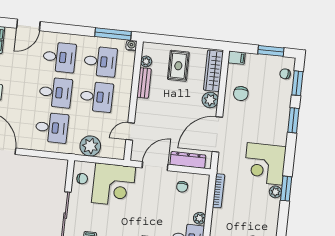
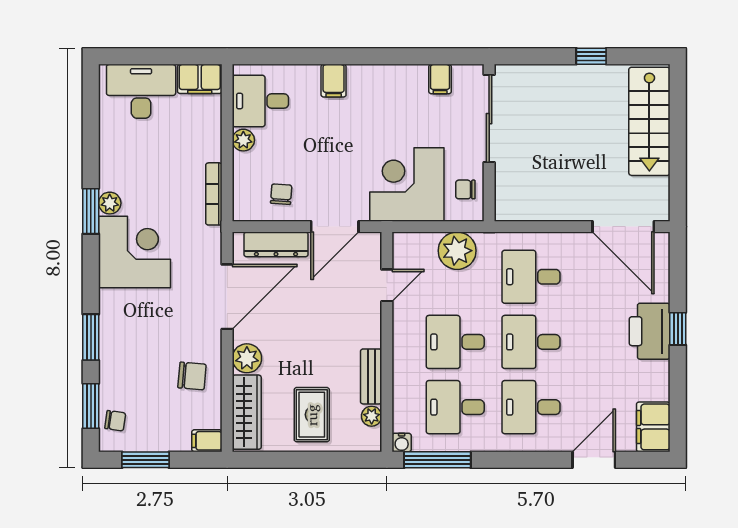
chair: (241, 94) -> (192, 376), turned 95

